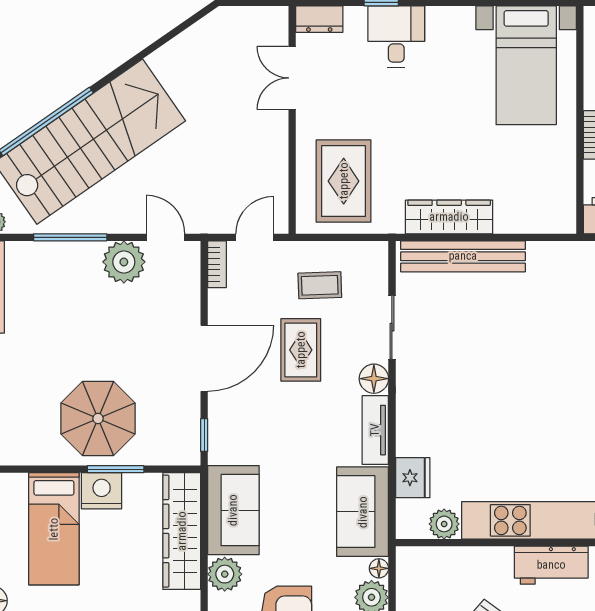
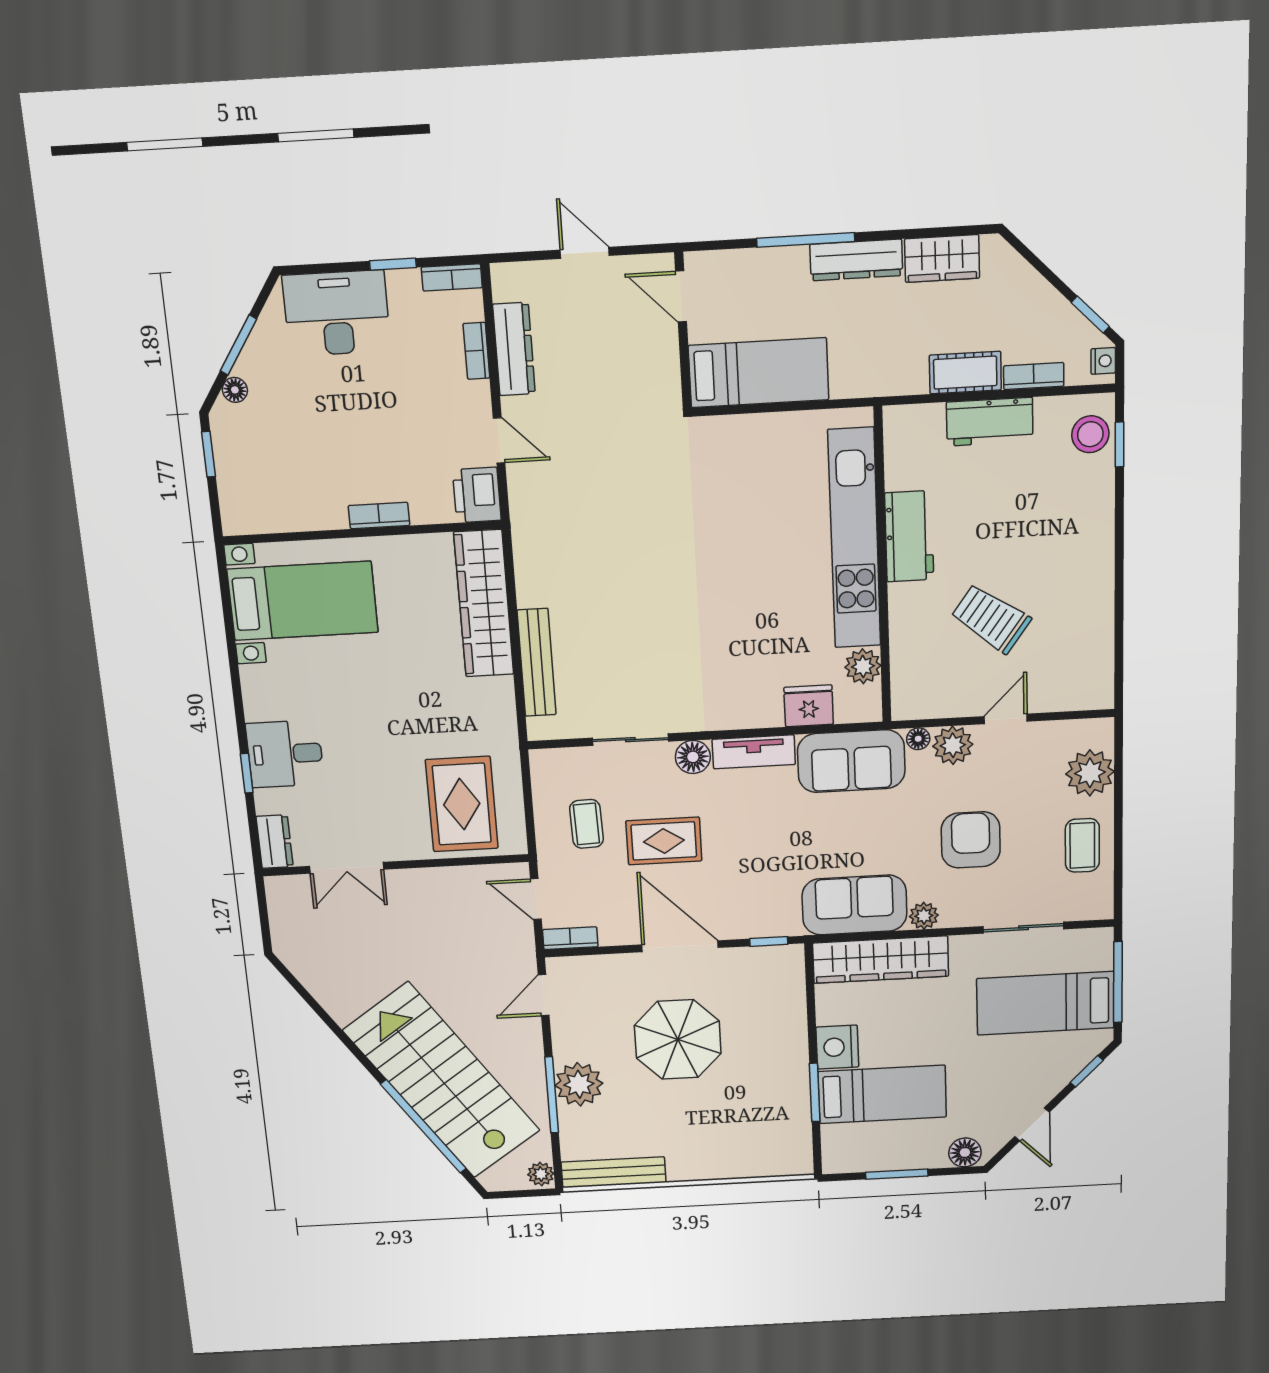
rug: (344, 181) -> (462, 804), turned 90
wardrobe: (449, 217) -> (484, 604), moved, width x1.40, depth x1.17
bench: (463, 256) -> (537, 663), width x0.73, depth x0.82
plant: (124, 262) -> (579, 1084), moved
parasol: (98, 418) -> (678, 1039), moved
window: (116, 469) -> (815, 1092), moved
plant: (225, 574) -> (924, 916), width x0.73, depth x0.73

